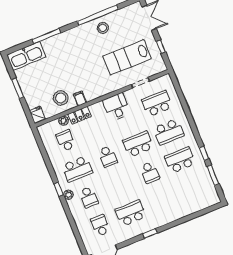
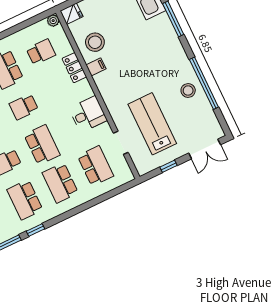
plant: (64, 121) -> (53, 21), moved
school desk: (180, 160) -> (25, 200), turned 180

